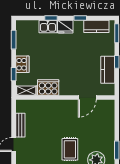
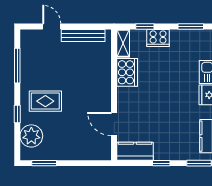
kitchen counter: (108, 70) -> (135, 151), moved
bench: (20, 125) -> (83, 35), width x1.36

